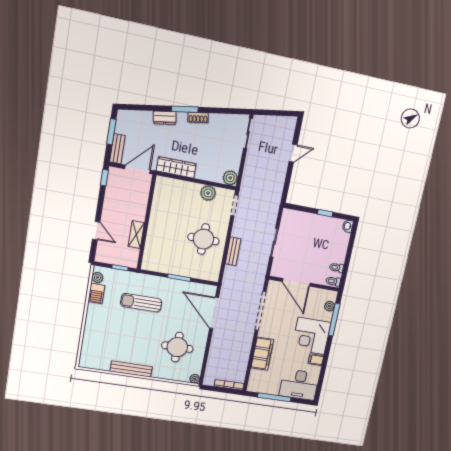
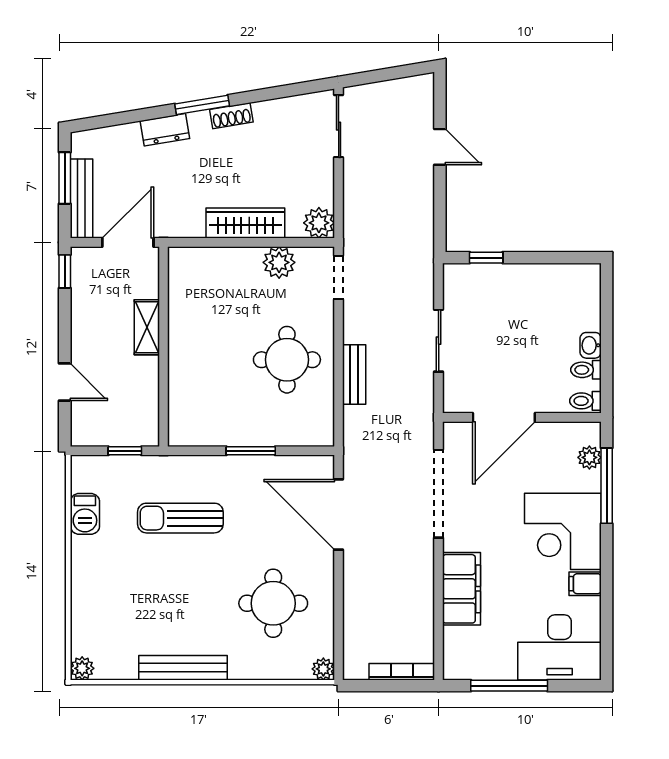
bench: (117, 149) -> (81, 199), width x1.36
door: (293, 153) -> (440, 147), hinge flipped
wardrobe: (176, 167) -> (245, 223), moved
window: (325, 213) -> (486, 258), moved
washbasin: (348, 226) -> (591, 345), moved
shelving: (136, 235) -> (147, 327), moved
plant: (97, 277) -> (82, 668), moved
door: (296, 282) -> (504, 417), hinge flipped

